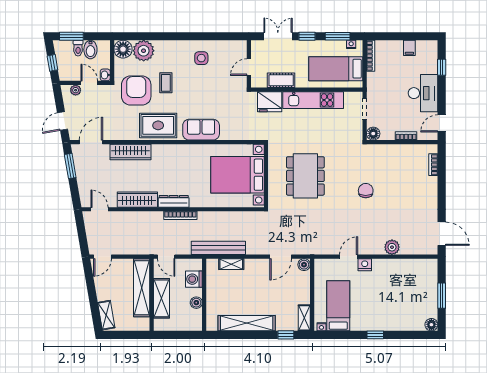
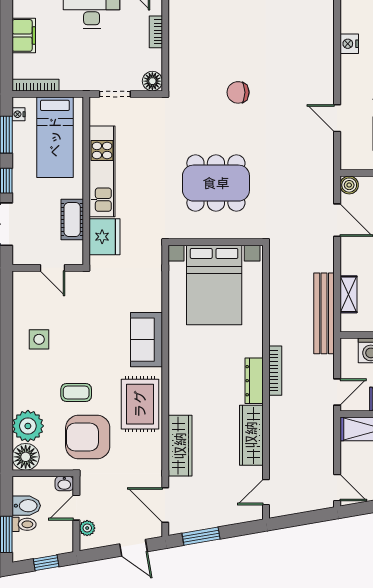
filing cabinet: (409, 48) -> (24, 35), width x2.00
plant: (392, 247) -> (323, 53), removed
nightstand: (365, 265) -> (349, 44), moved

